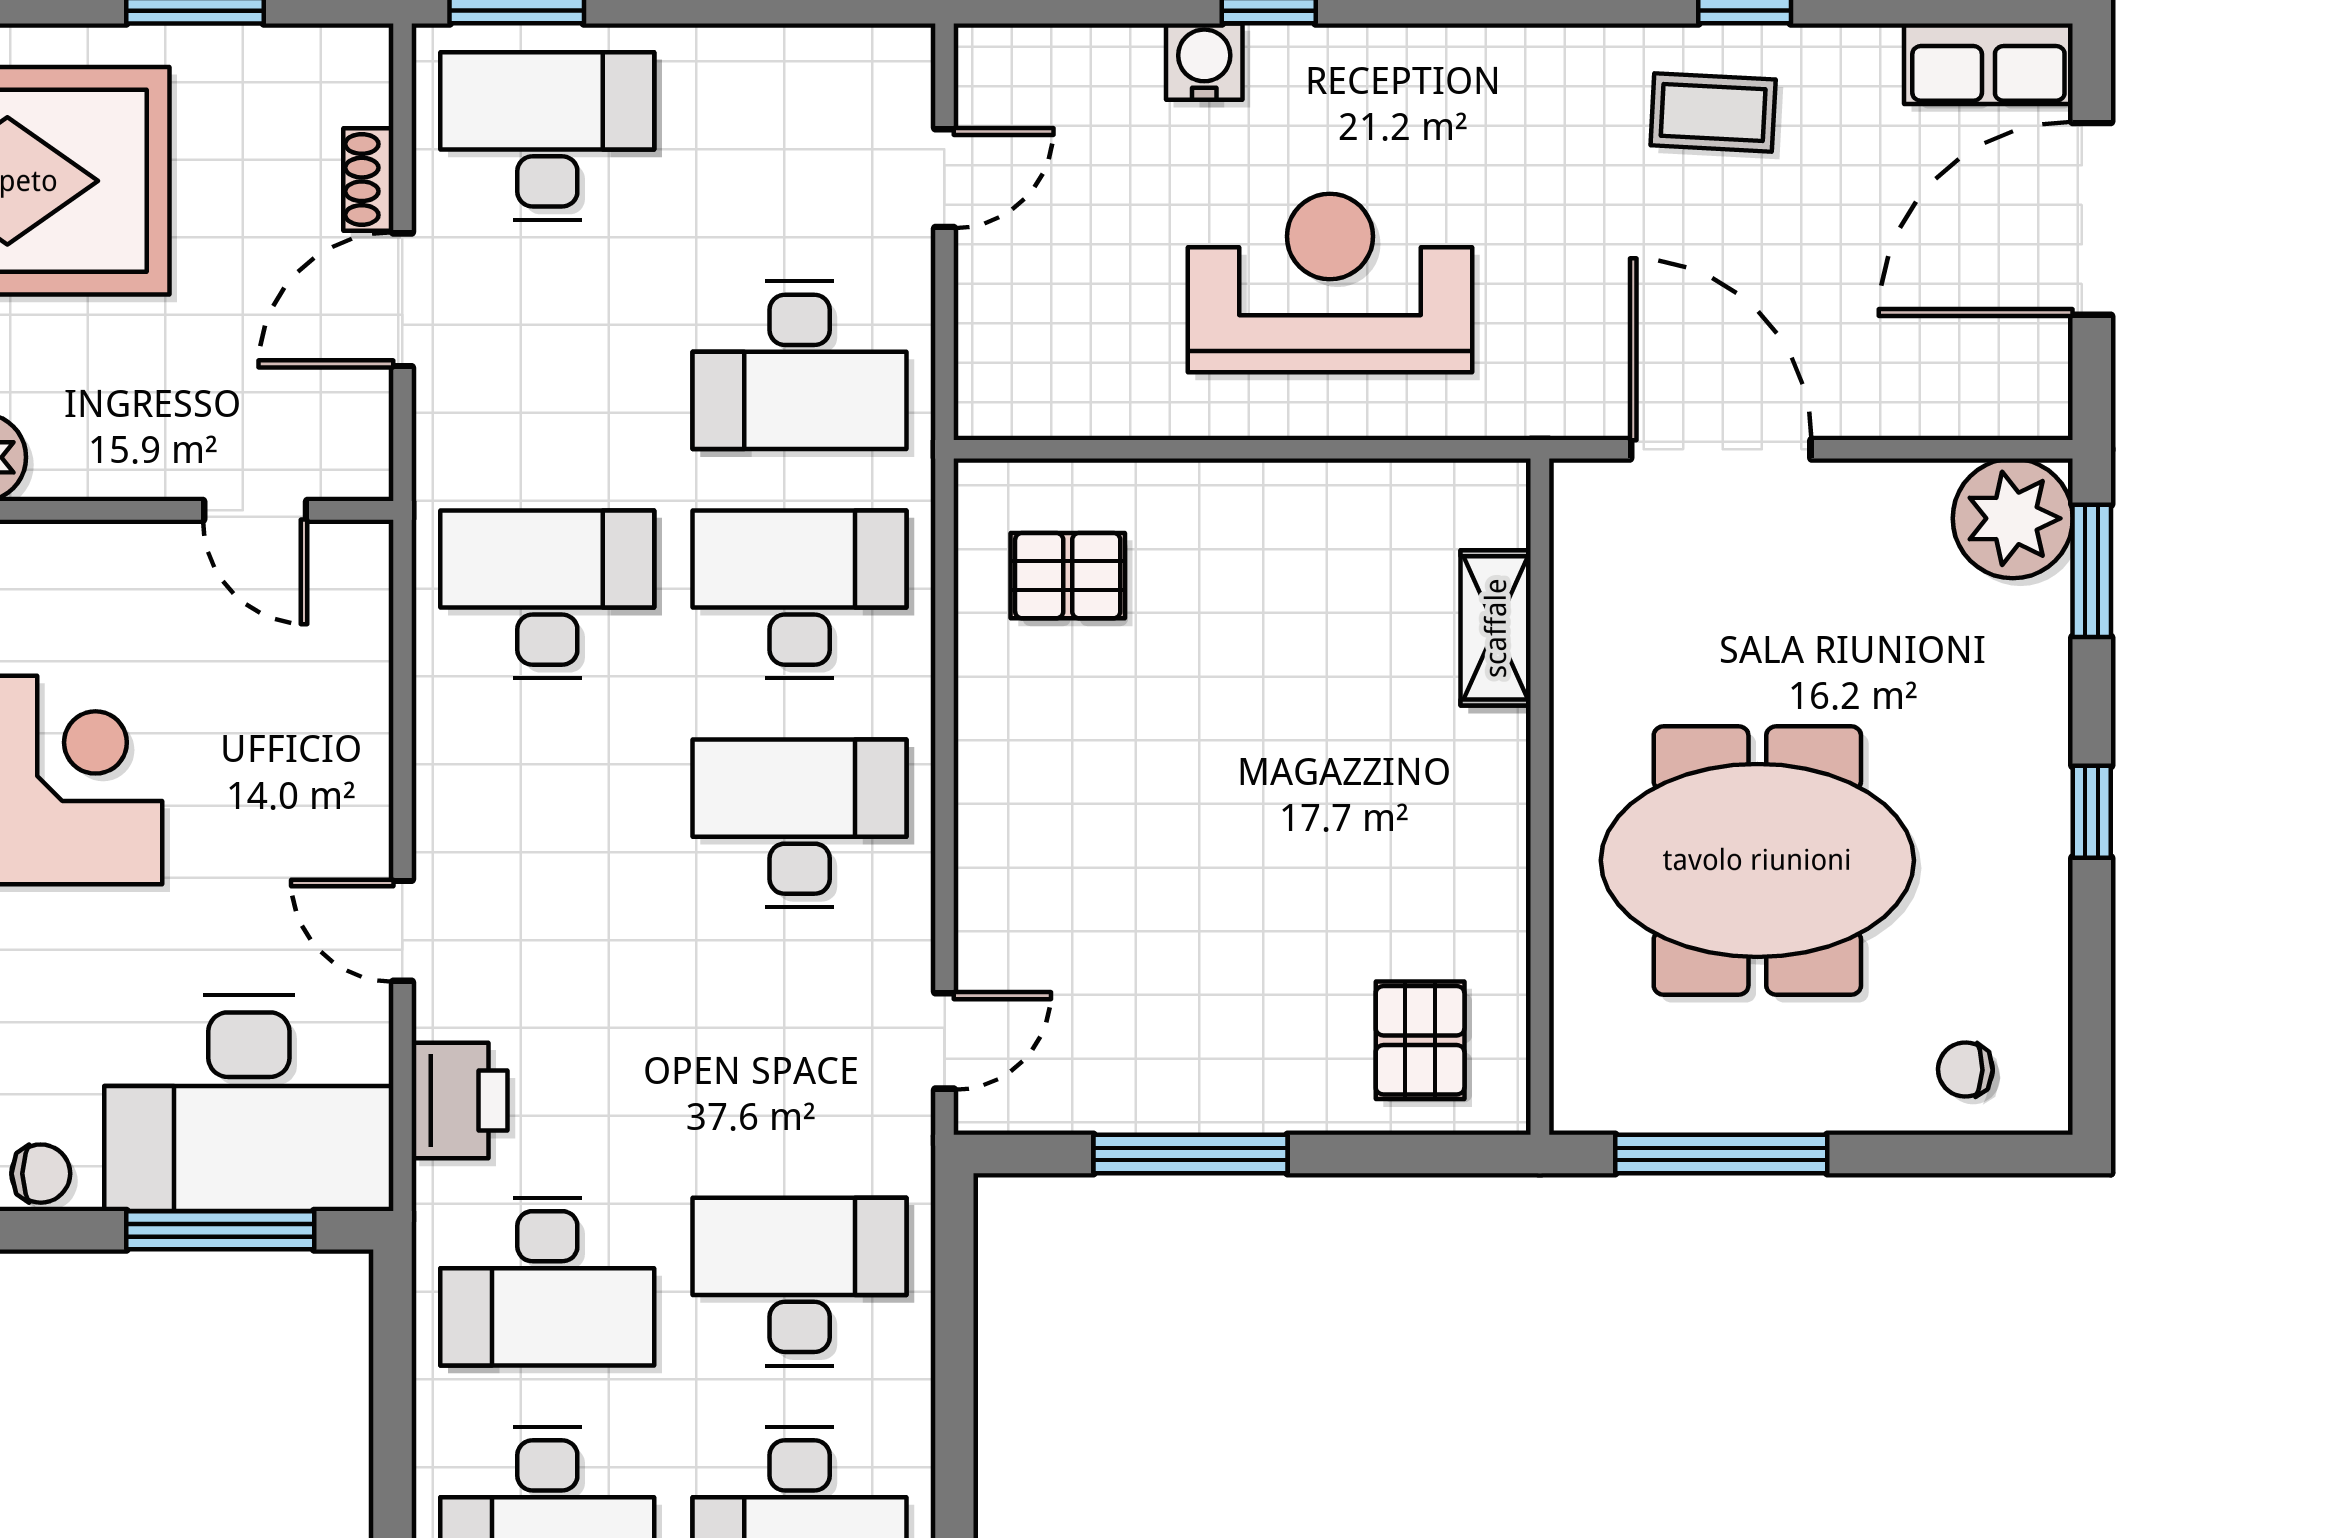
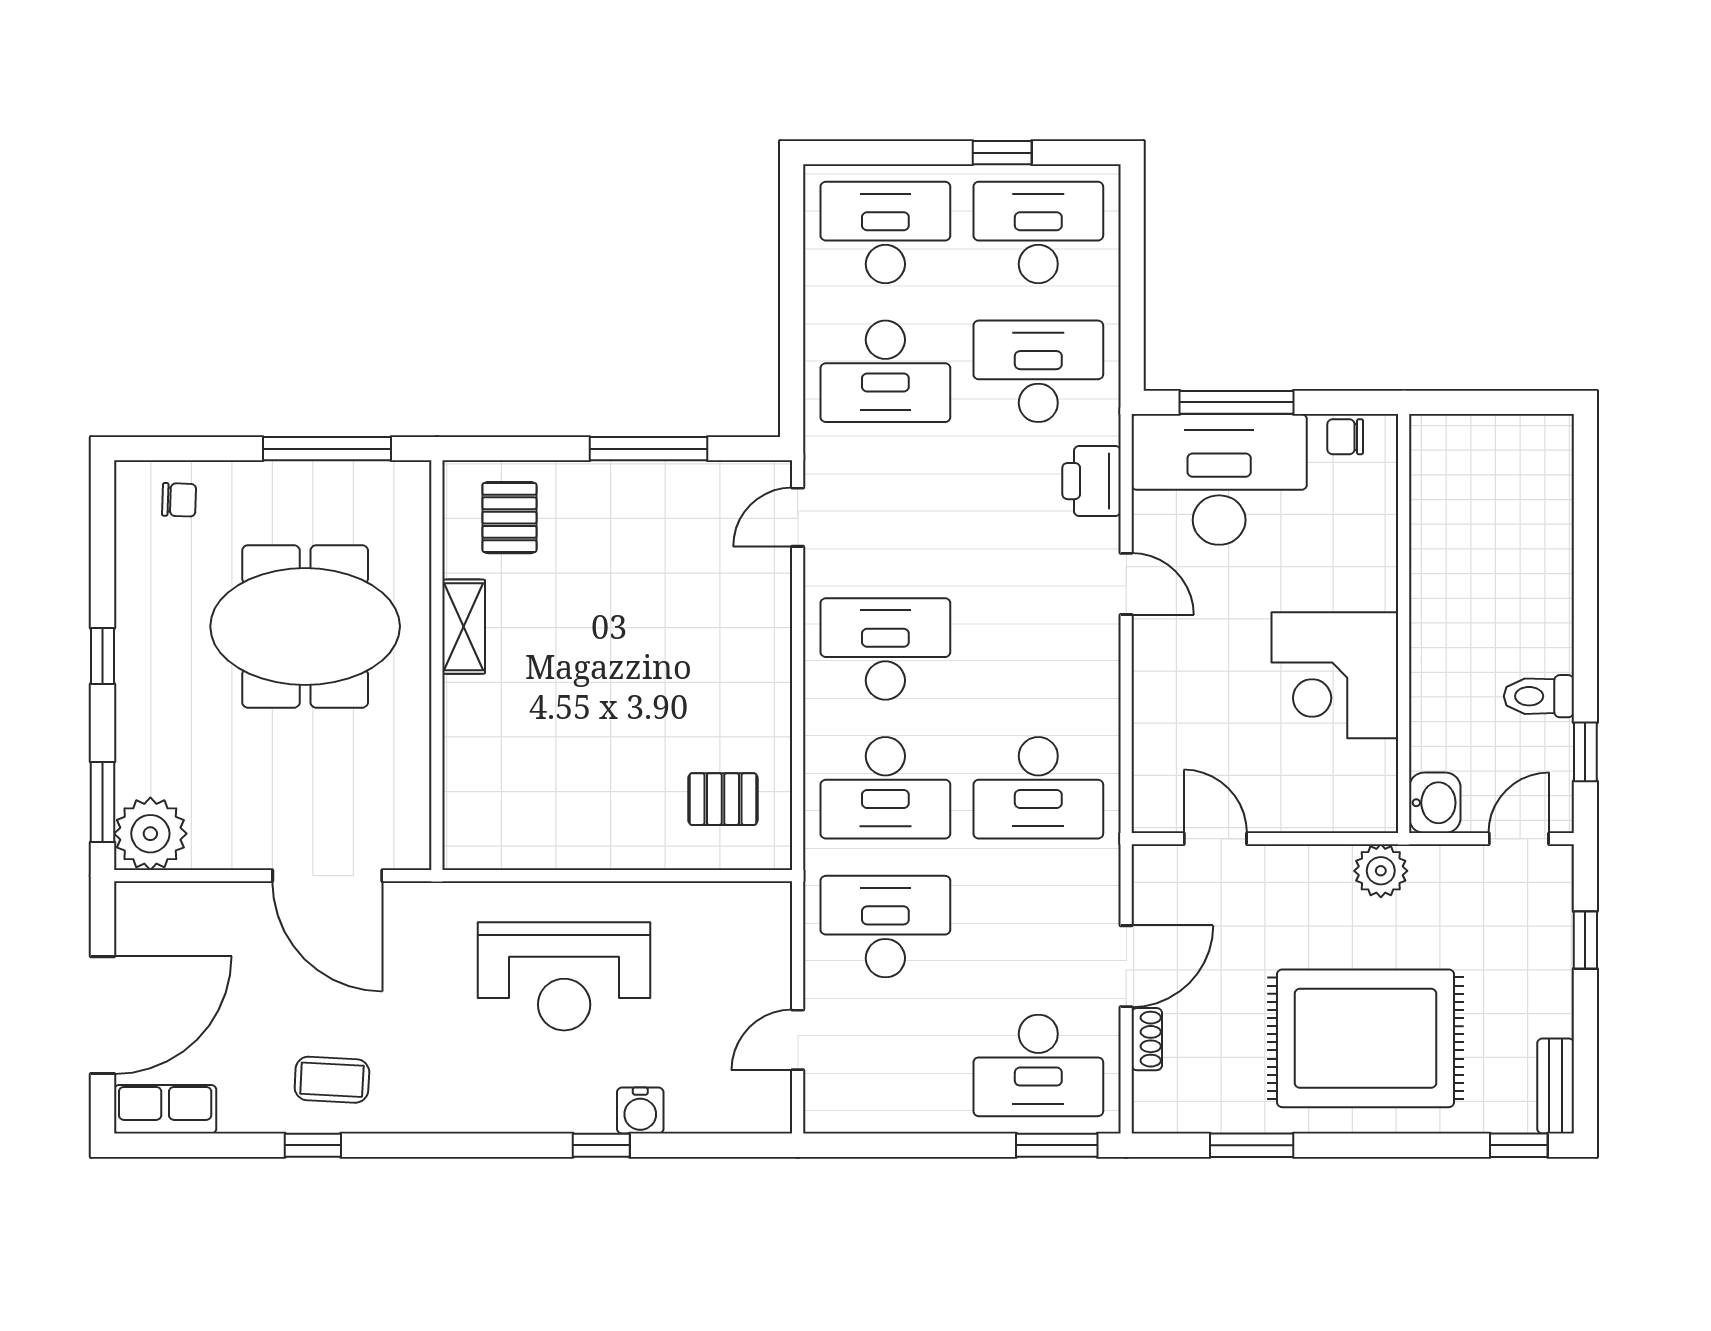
shelving: (1496, 628) -> (464, 627), moved
desk: (800, 823) -> (885, 649), turned 180

